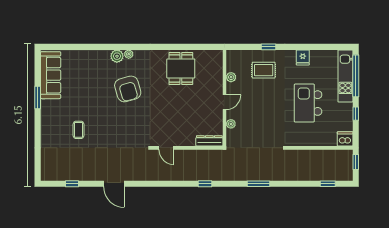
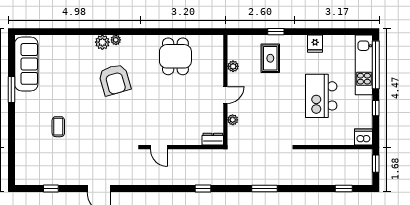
rug: (264, 70) -> (270, 58), turned 90
dresser: (209, 141) -> (213, 139), width x0.70

